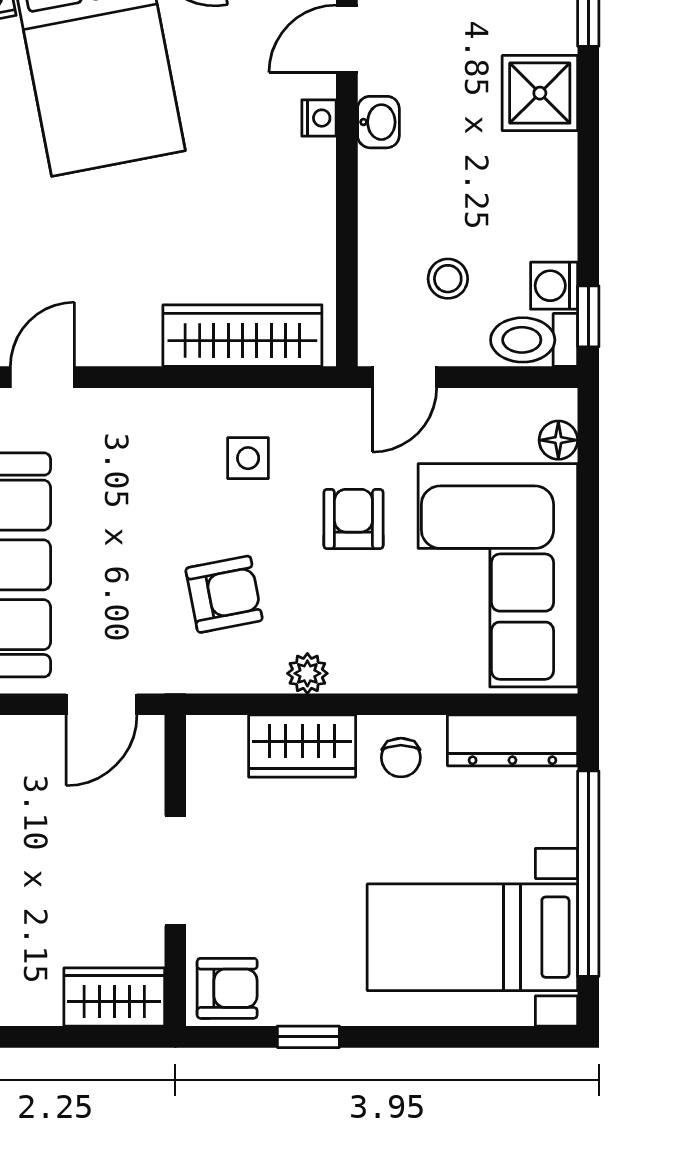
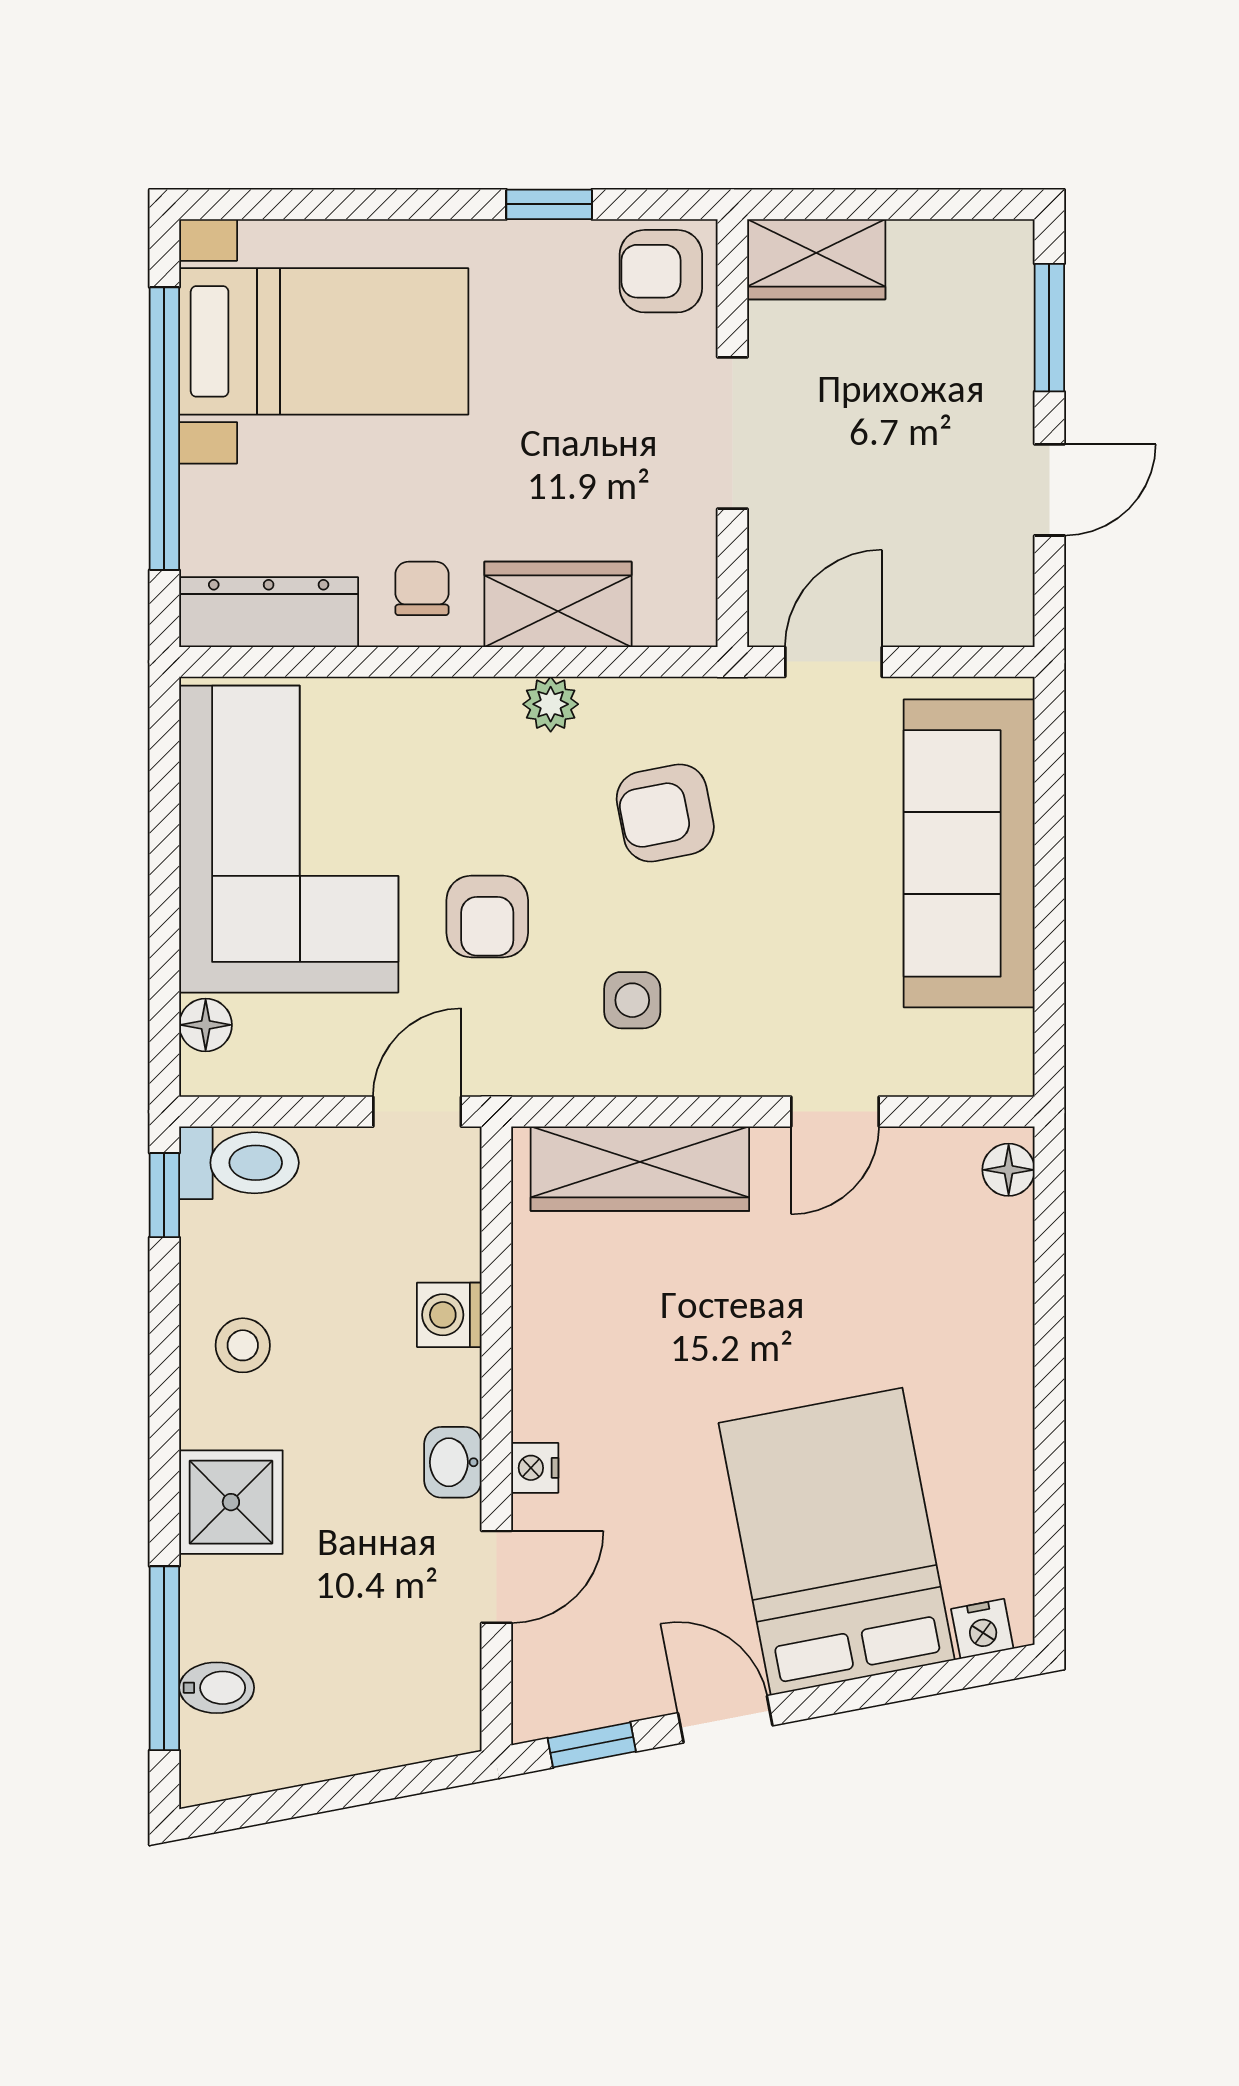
stool: (448, 279) -> (243, 1345), moved
washing machine: (554, 286) -> (449, 1315), moved, turned 180
door: (42, 377) -> (835, 1112), moved

